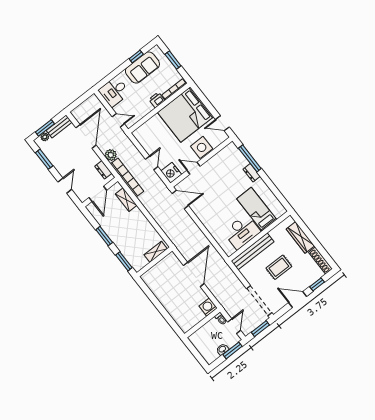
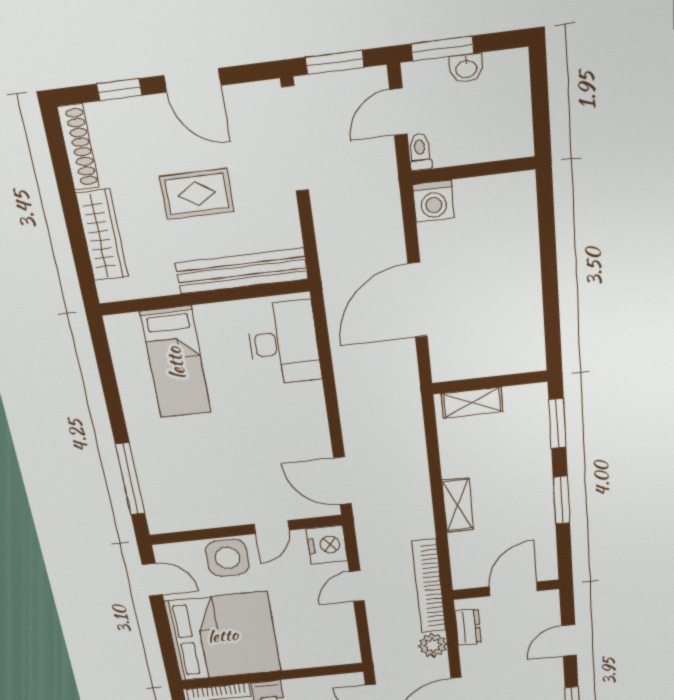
door: (194, 168) -> (271, 527), hinge flipped
dresser: (252, 173) -> (143, 447), removed
shelving: (126, 200) -> (458, 505), moved
desk: (242, 232) -> (284, 343), moved, turned 90

